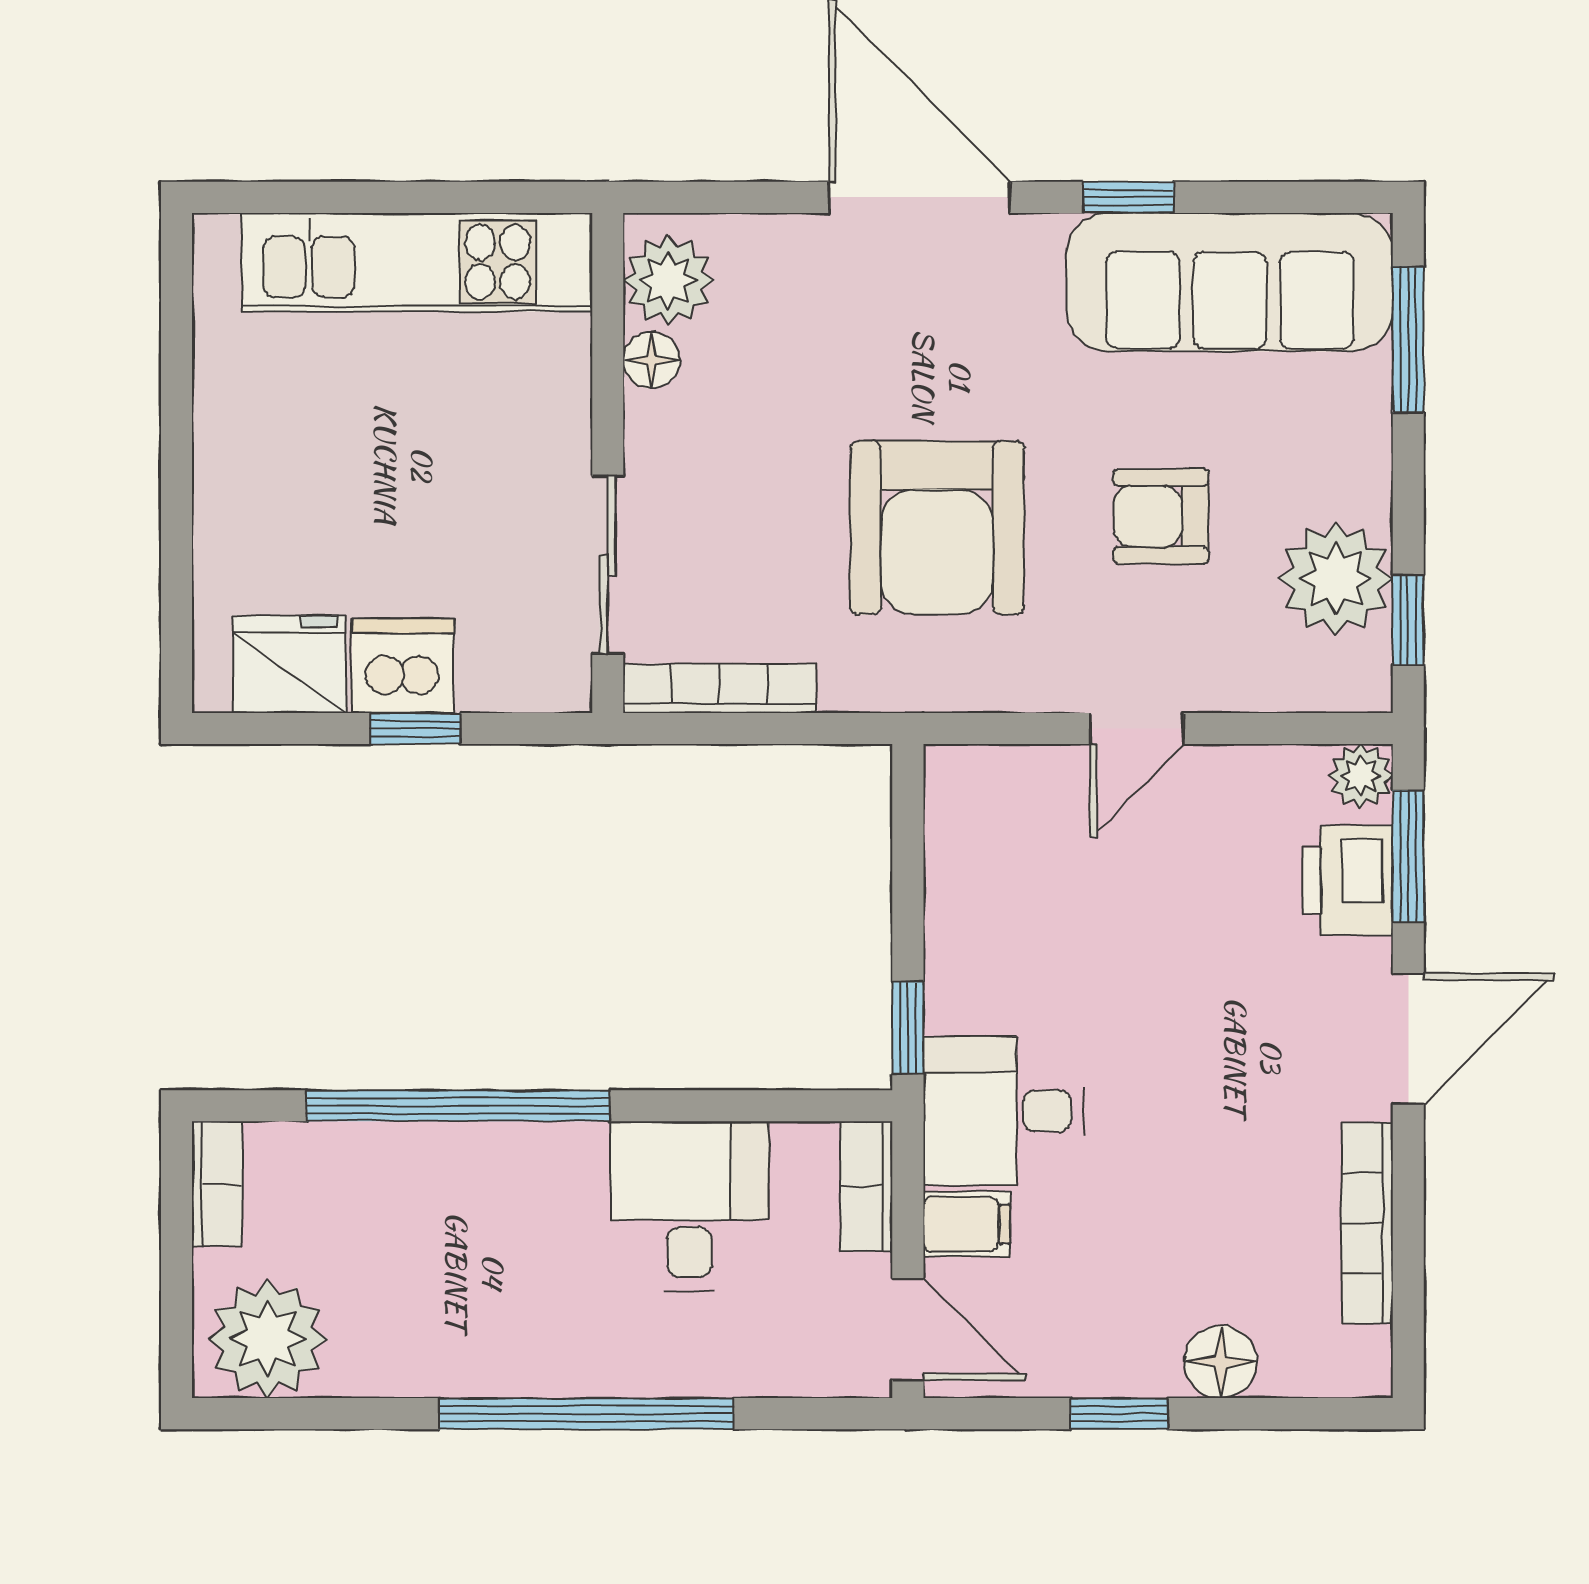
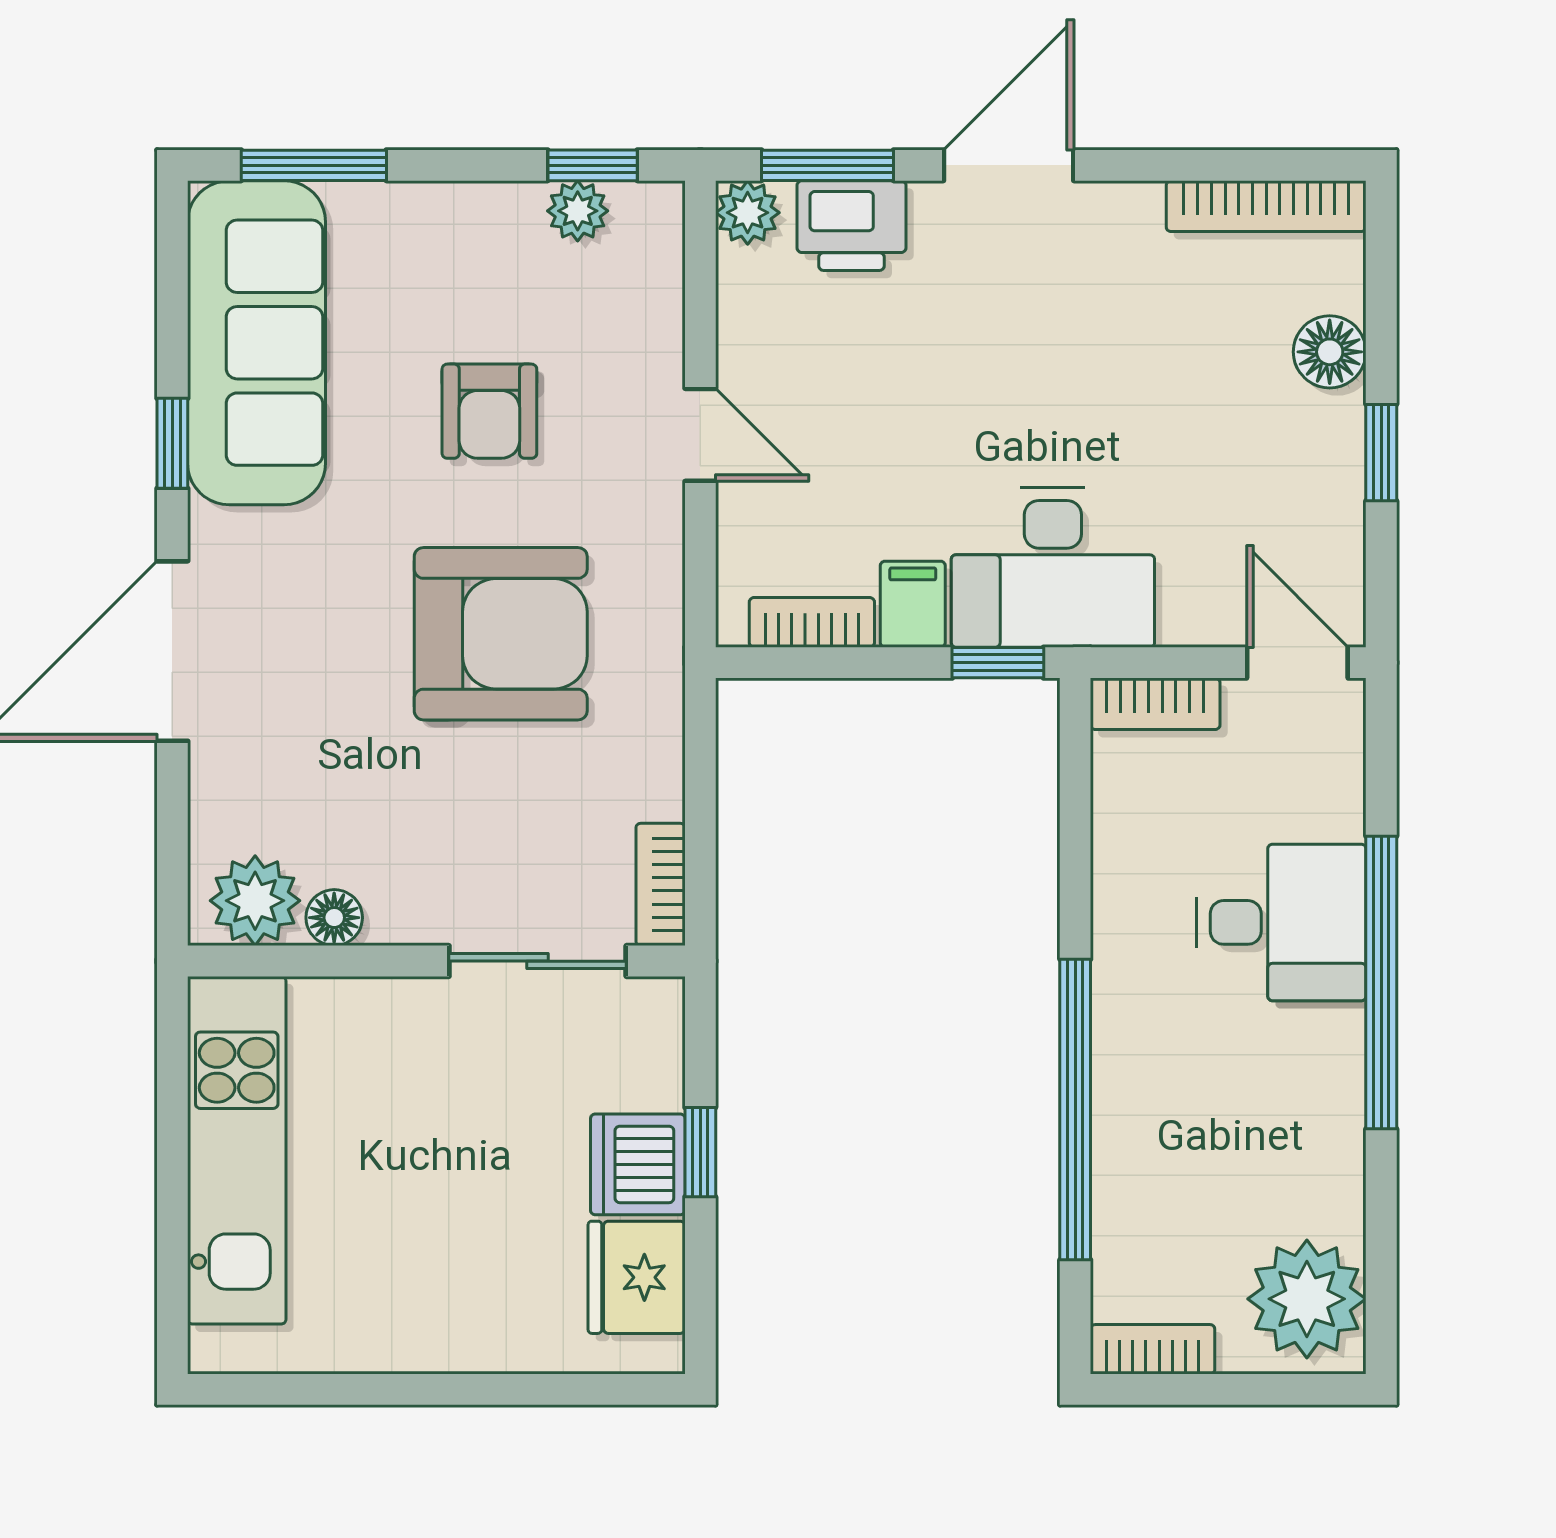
plant: (1336, 579) -> (578, 211), width x0.53, depth x0.53
bookcase: (719, 688) -> (661, 884), width x0.64
bookcase: (948, 841) -> (812, 622), added
door: (1408, 1039) -> (1009, 165), hinge flipped
desk: (1004, 1111) -> (1053, 567), width x1.37
desk: (689, 1206) -> (1281, 922), moved, turned 180
bookcase: (1367, 1223) -> (1266, 206), moved
filing cabinet: (967, 1224) -> (913, 604), moved
door: (908, 1329) -> (1297, 663), hinge flipped

